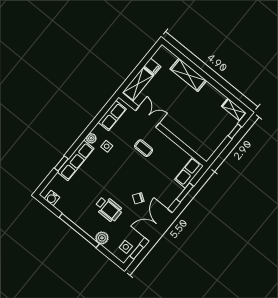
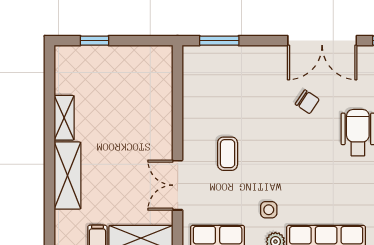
shelving: (234, 110) -> (64, 118), moved
row of seats: (189, 173) -> (209, 58), removed
window: (185, 193) -> (219, 41), moved

